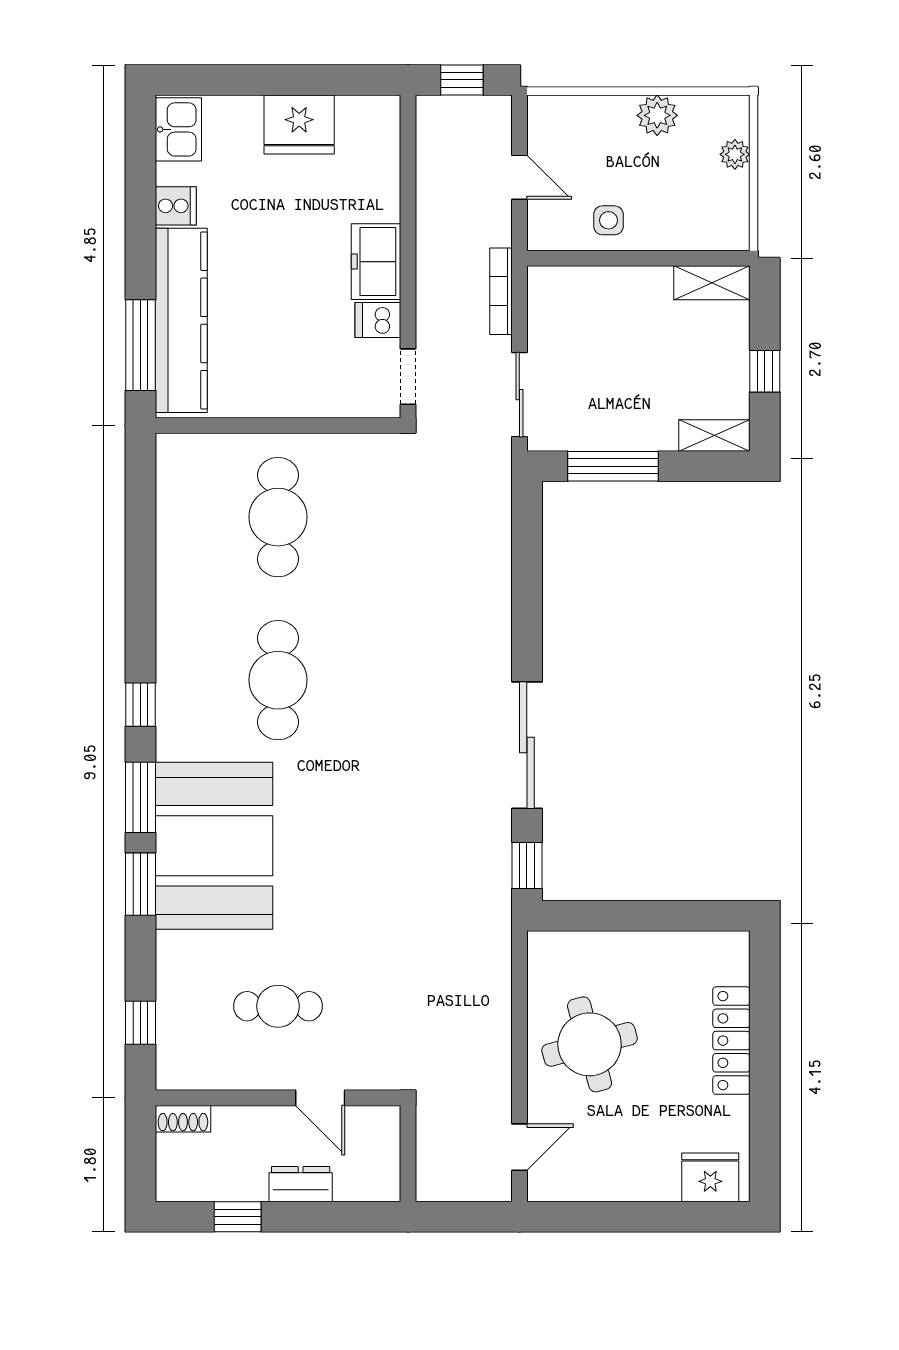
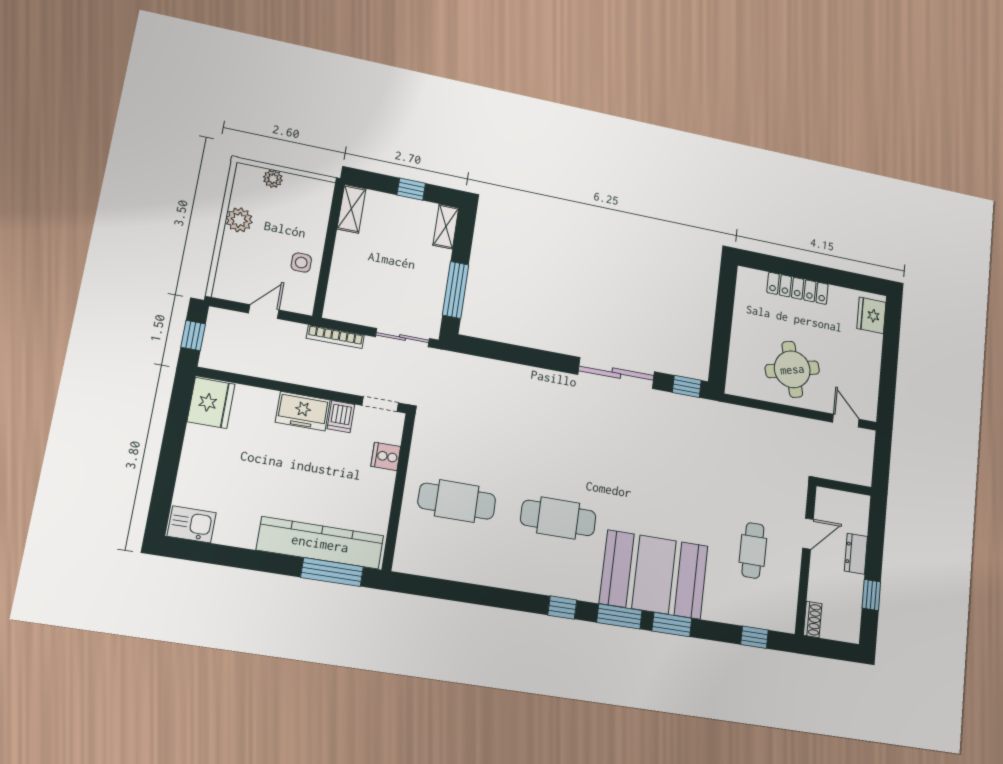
fridge: (299, 124) -> (211, 403), moved
cooker: (176, 206) -> (386, 456), moved, turned -90

